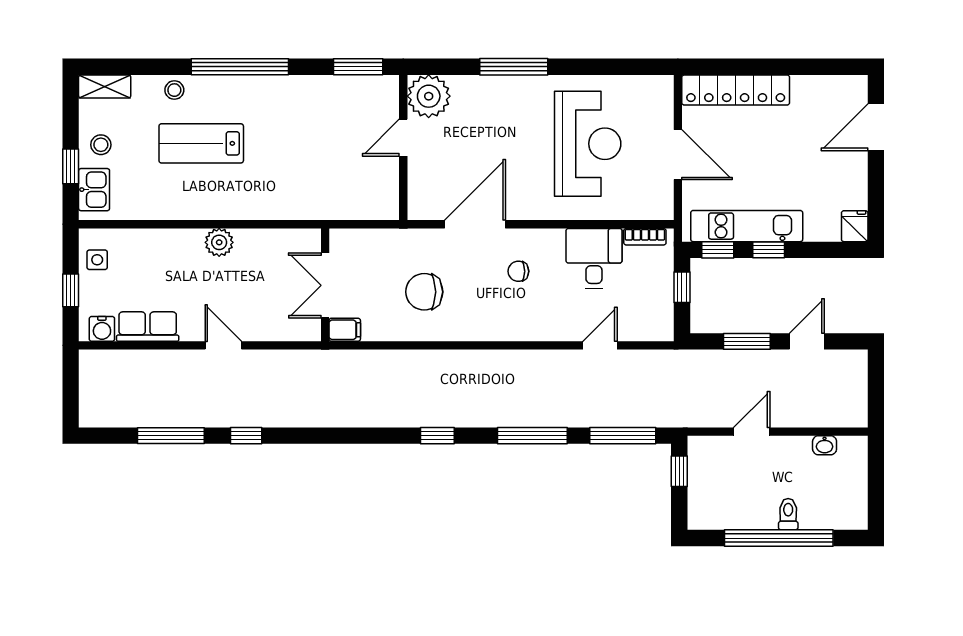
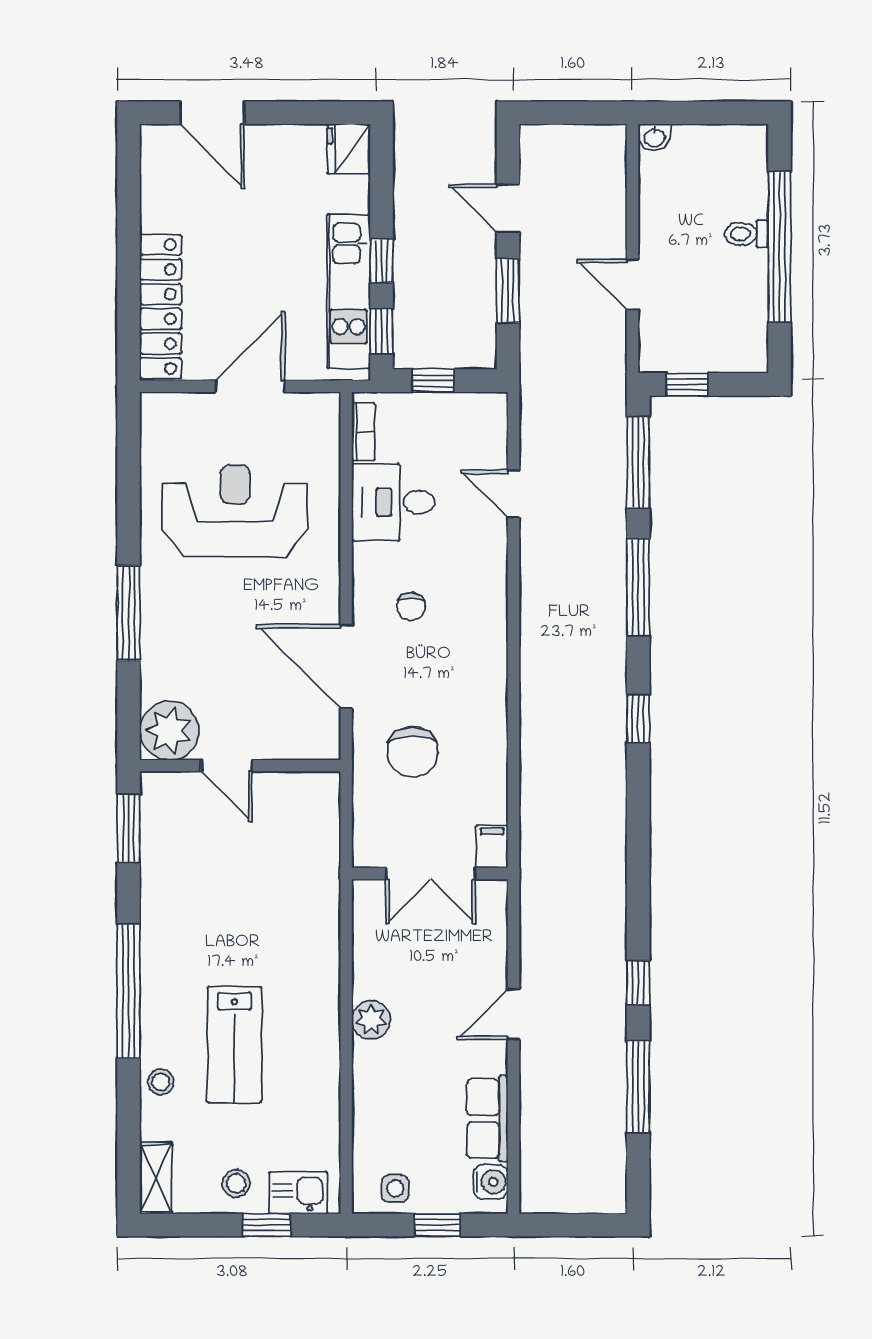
fridge: (855, 226) -> (349, 149), width x1.38
chair: (424, 292) -> (412, 752), moved
washbasin: (825, 445) -> (655, 137), moved, turned 90

